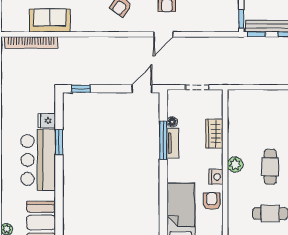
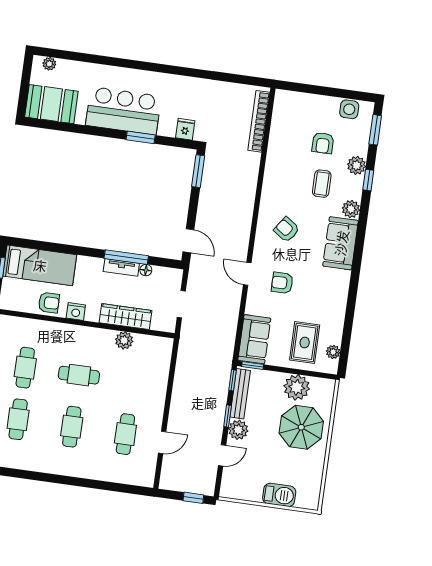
sofa: (50, 20) -> (254, 339), moved
window: (81, 89) -> (198, 171), width x1.50
fridge: (47, 121) -> (185, 129), moved
wardrobe: (214, 134) -> (126, 317), width x1.50
plant: (235, 165) -> (124, 340), moved

